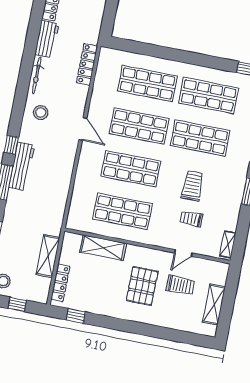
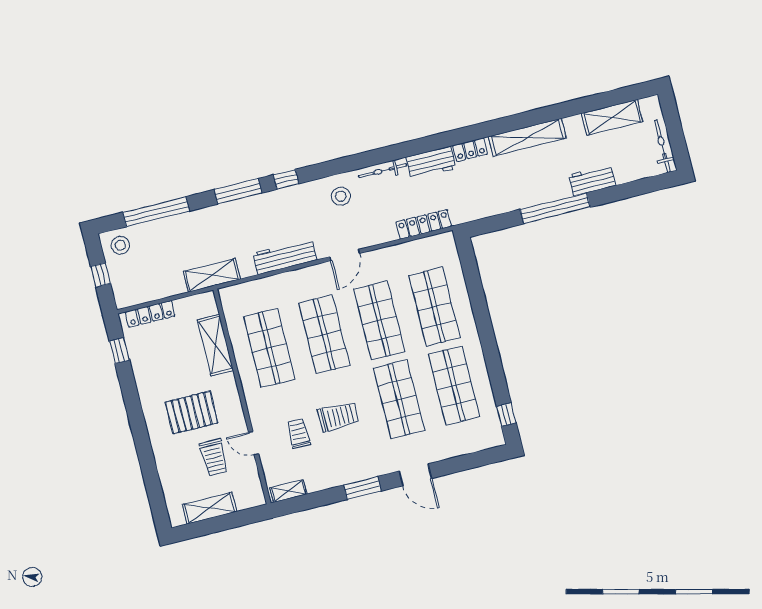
workbench: (22, 166) -> (285, 256), moved, turned 180
shelving: (48, 256) -> (212, 275), moved

